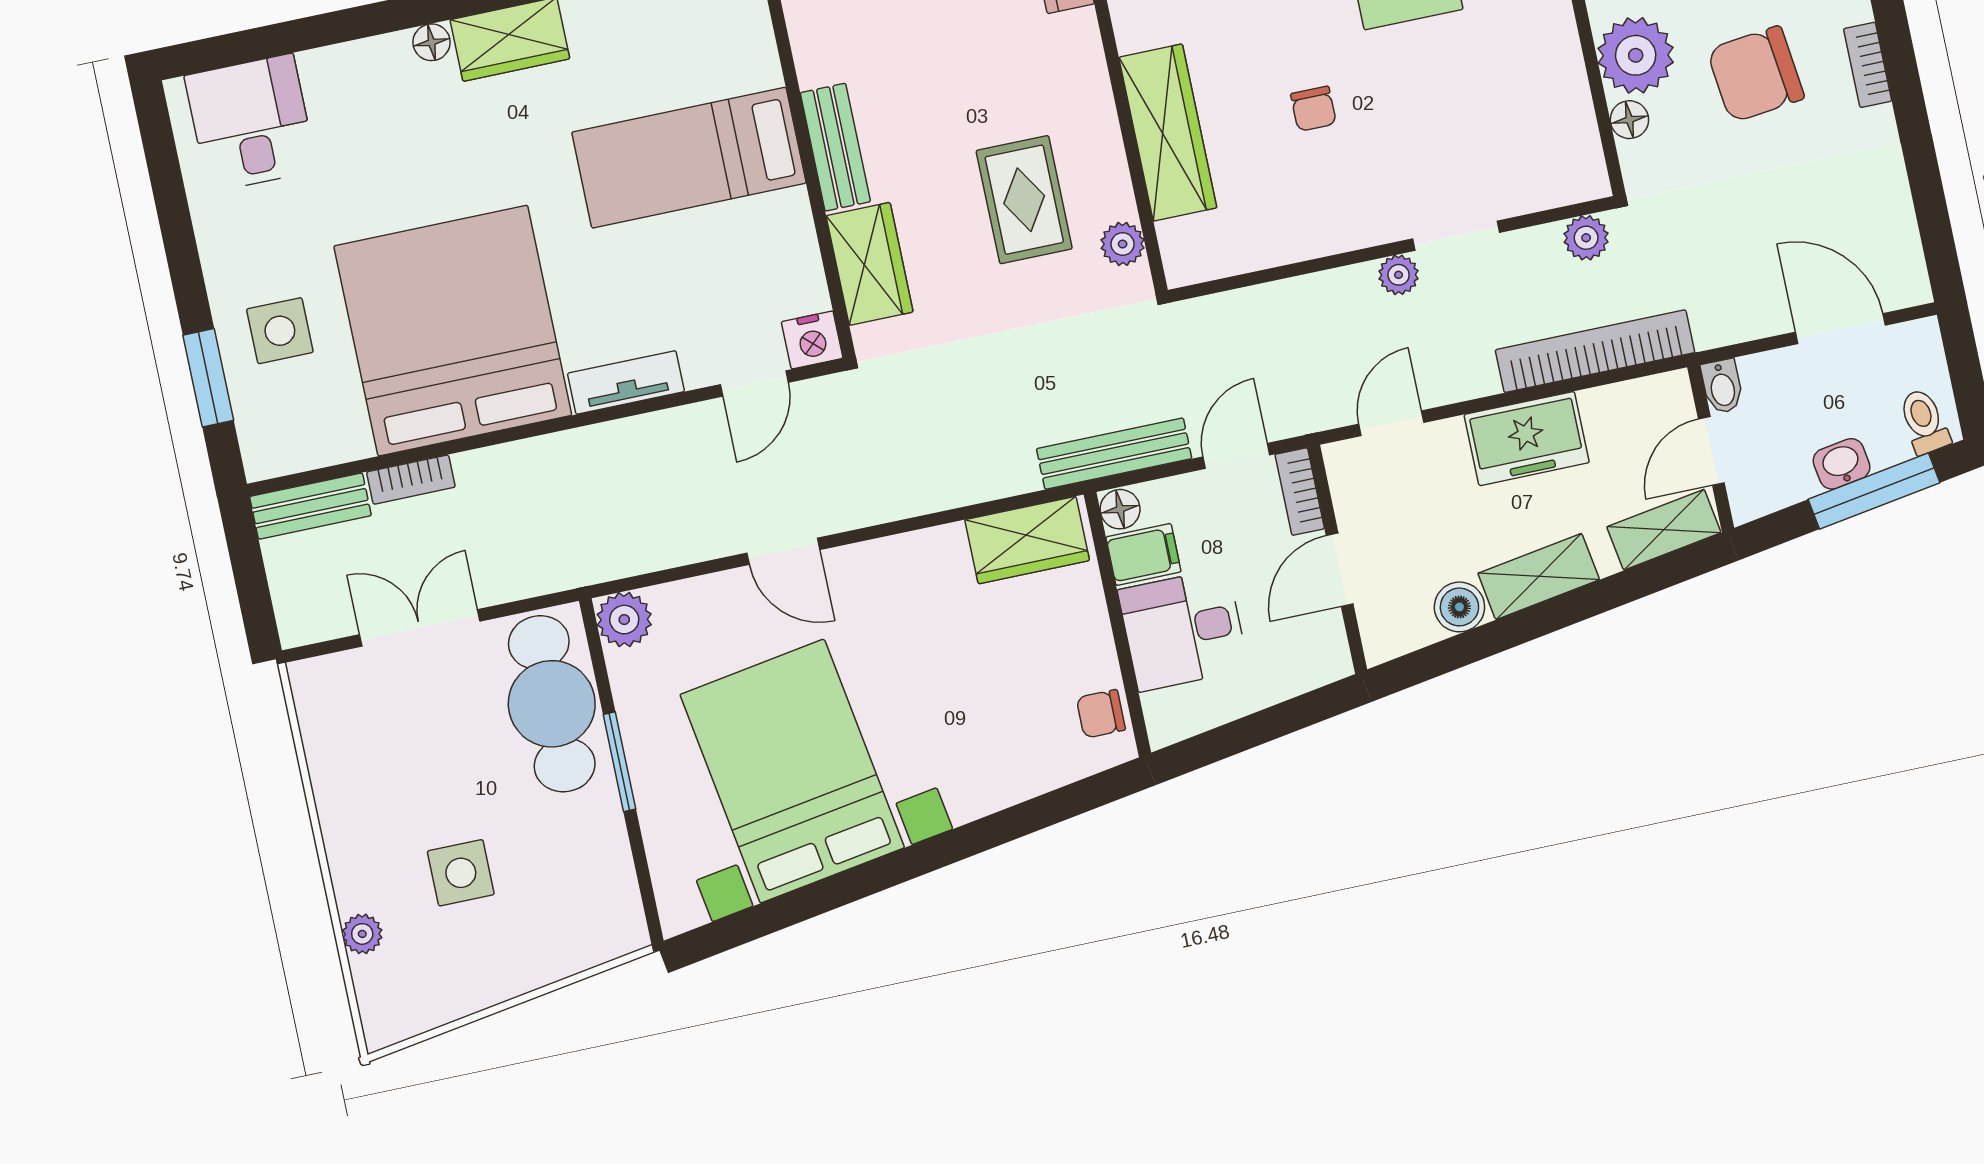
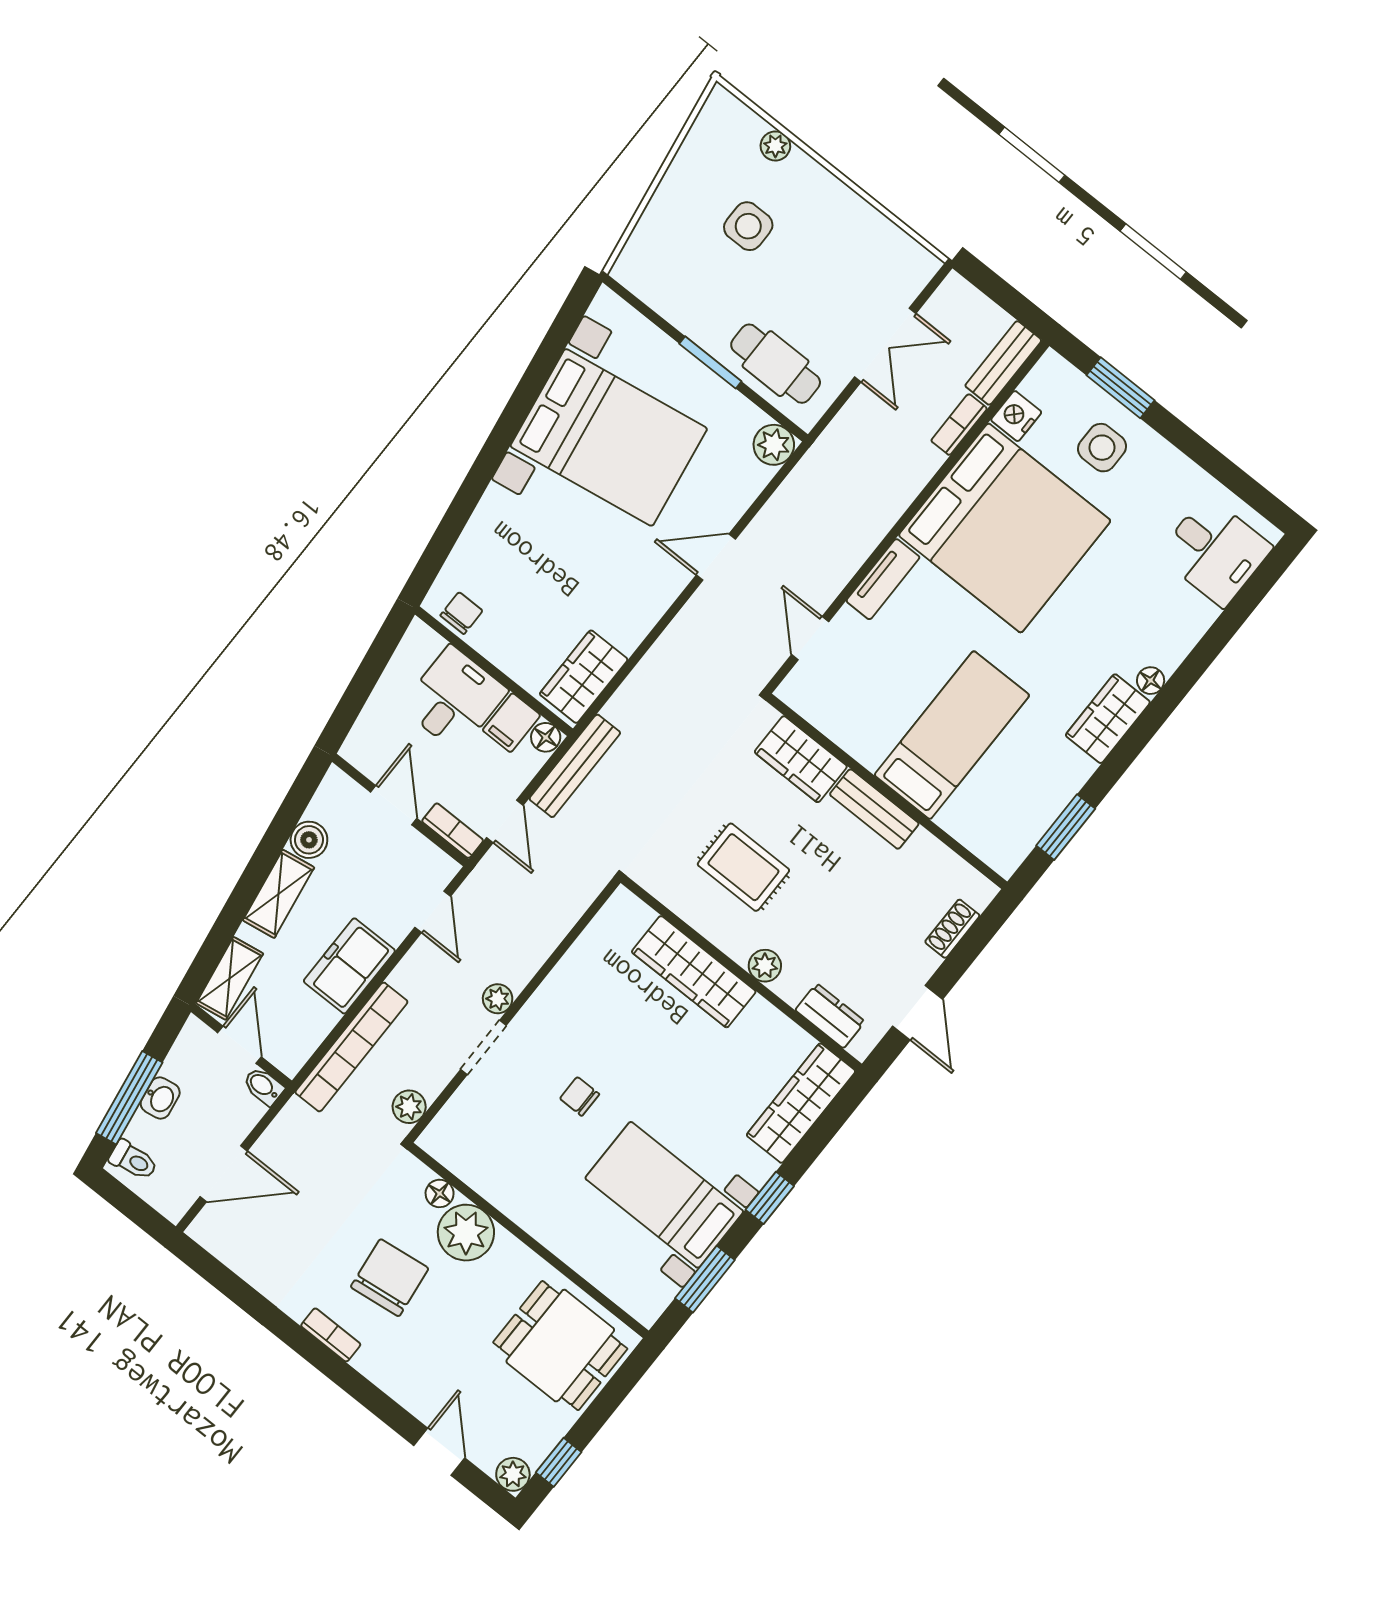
chair: (1313, 109) -> (580, 1096), moved
plant: (1123, 244) -> (765, 966), moved
nightstand: (812, 340) -> (1016, 416), moved
cafe table: (552, 704) -> (776, 364), width x0.73, depth x0.74

